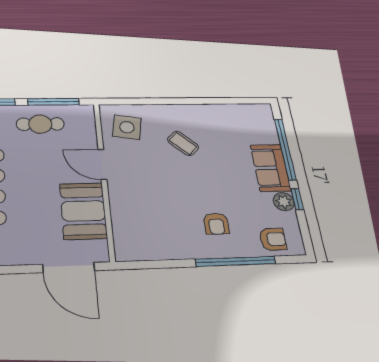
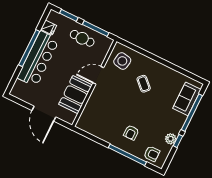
door: (102, 164) -> (98, 75), hinge flipped
sofa: (271, 168) -> (187, 99), moved
door: (69, 268) -> (44, 114), moved

